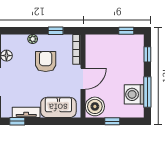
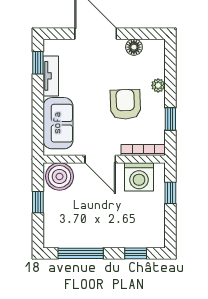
window: (126, 31) -> (170, 193), moved
armchair: (46, 61) -> (125, 104), turned -92
washing machine: (134, 94) -> (139, 177), moved, turned 180

